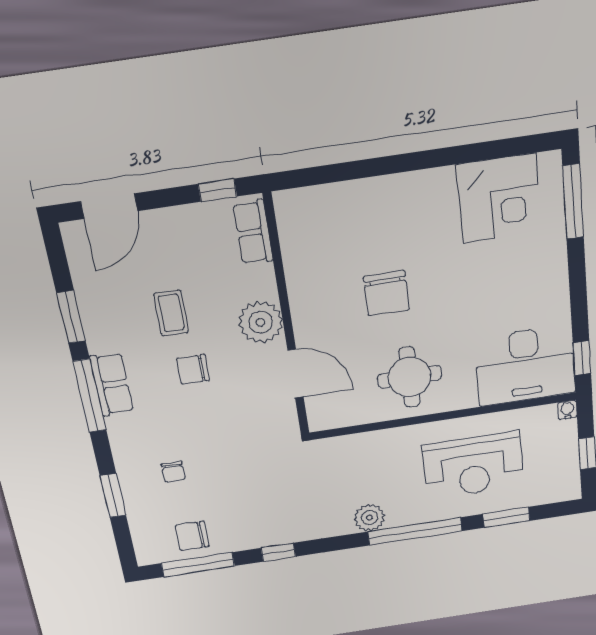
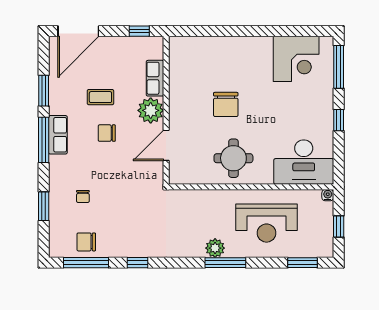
door: (109, 206) -> (78, 31), width x1.36
row of seats: (253, 232) -> (155, 78), moved
coffee table: (171, 313) -> (100, 97), turned 90
window: (582, 358) -> (339, 120), moved
door: (296, 374) -> (166, 145), swing flipped
window: (506, 517) -> (303, 263), moved
plant: (369, 518) -> (215, 248), moved
window: (415, 531) -> (225, 263), width x0.68

